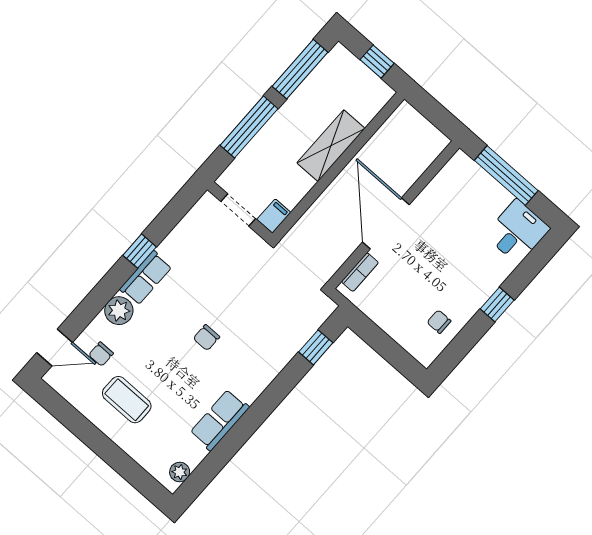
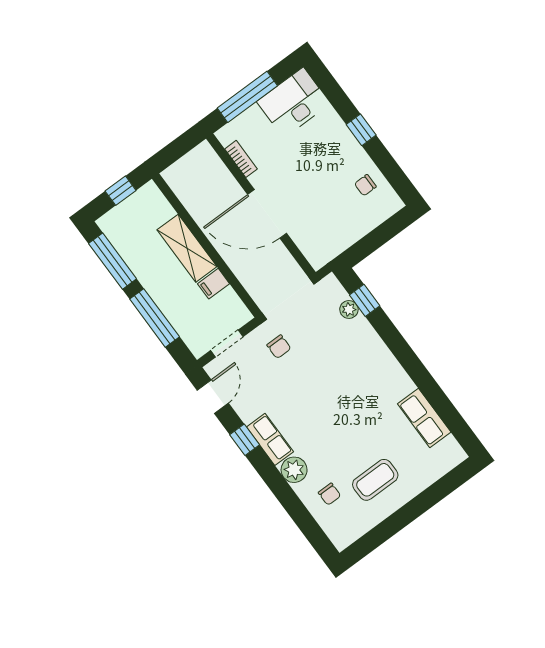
filing cabinet: (274, 216) -> (213, 284), moved, turned -90
desk: (517, 232) -> (293, 103), width x1.37
bookcase: (360, 272) -> (241, 159), moved
chair: (206, 338) -> (279, 347), moved
door: (55, 347) -> (213, 397), moved
row of seats: (220, 420) -> (424, 418), moved
plant: (180, 472) -> (349, 309), moved

